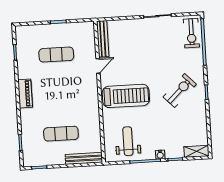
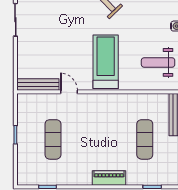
piano: (25, 94) -> (109, 178), moved

